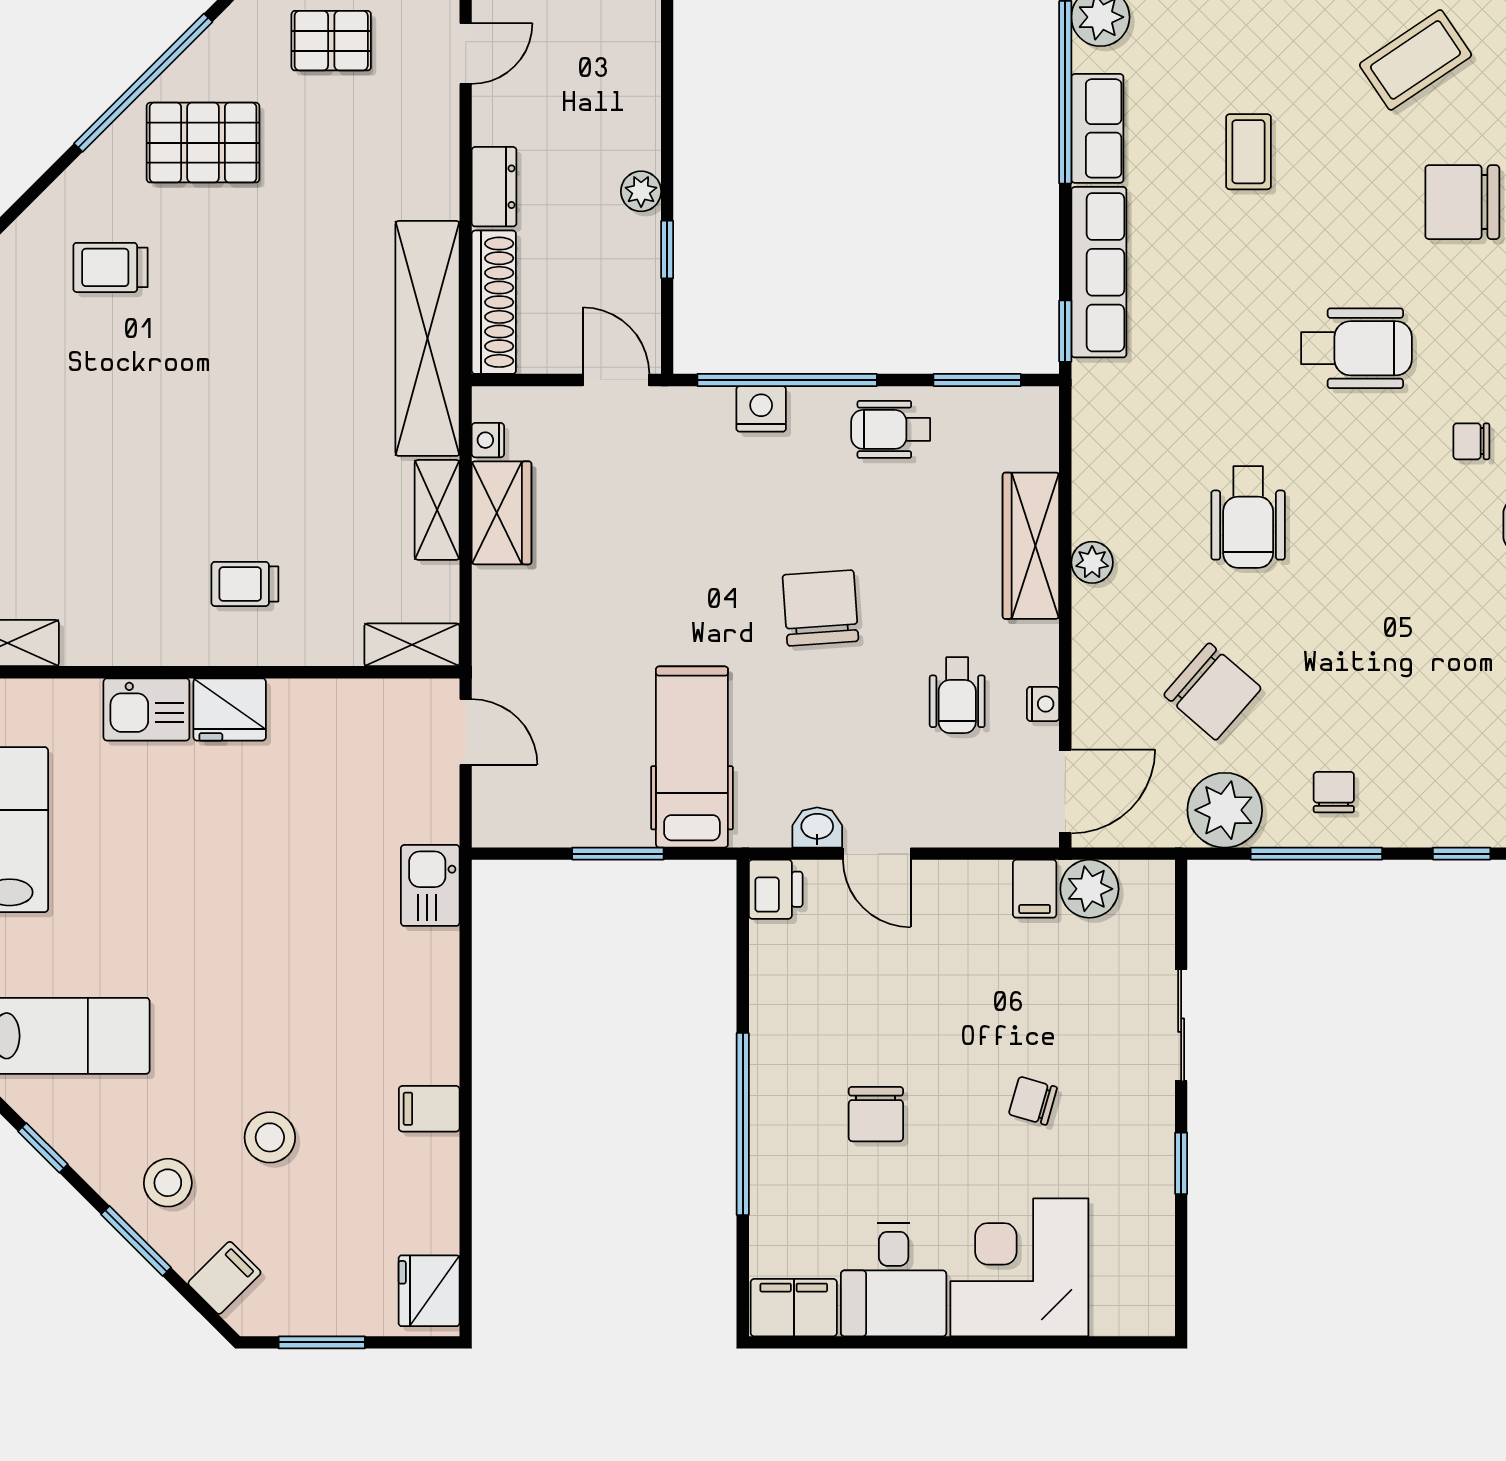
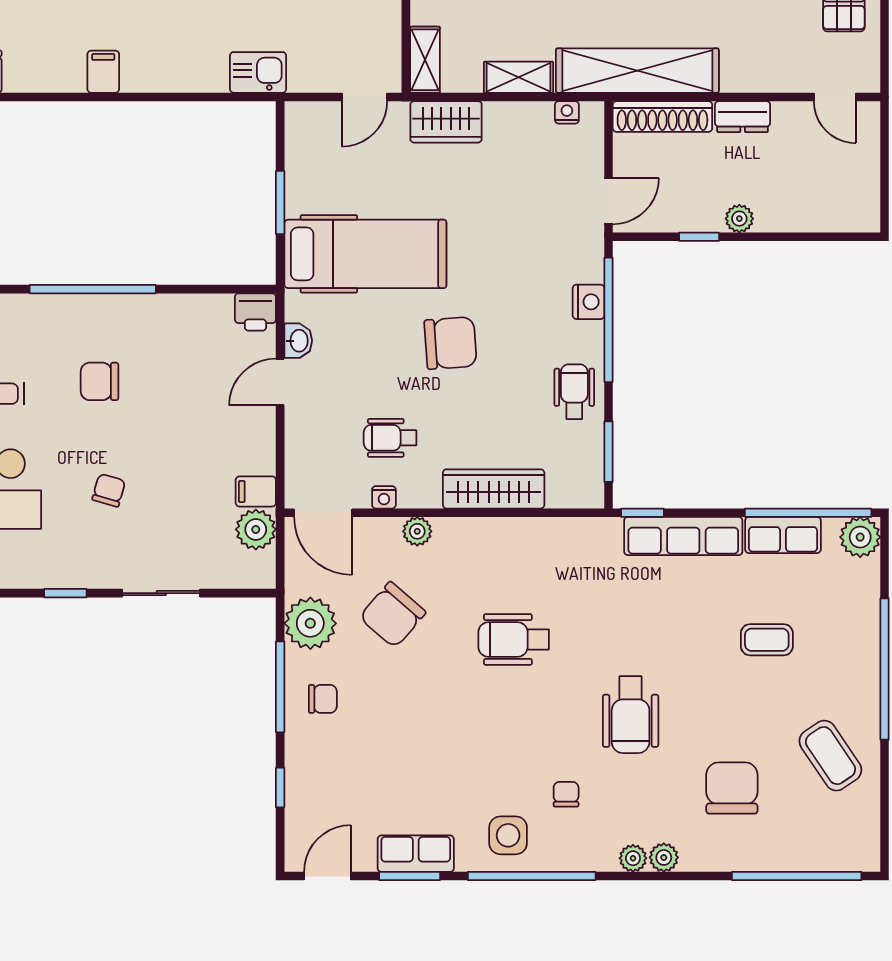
wardrobe: (502, 513) -> (446, 122), moved
plant: (1092, 562) -> (417, 531), moved
hospital bed: (692, 757) -> (365, 254), width x1.37, depth x1.29

